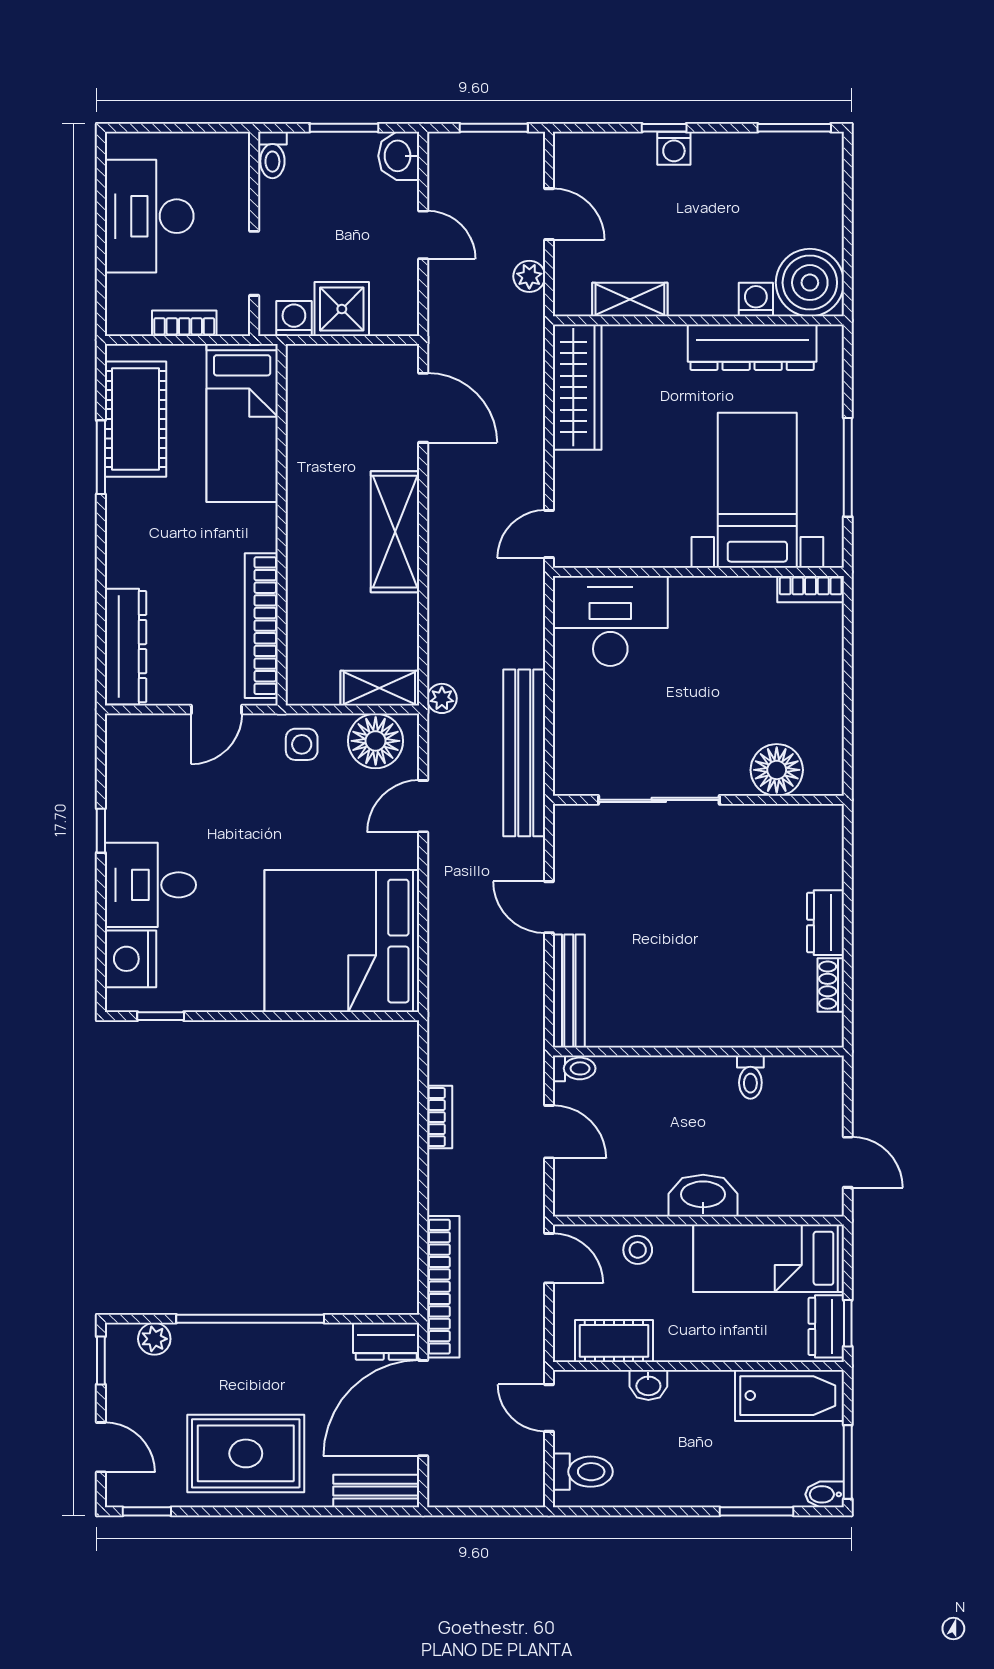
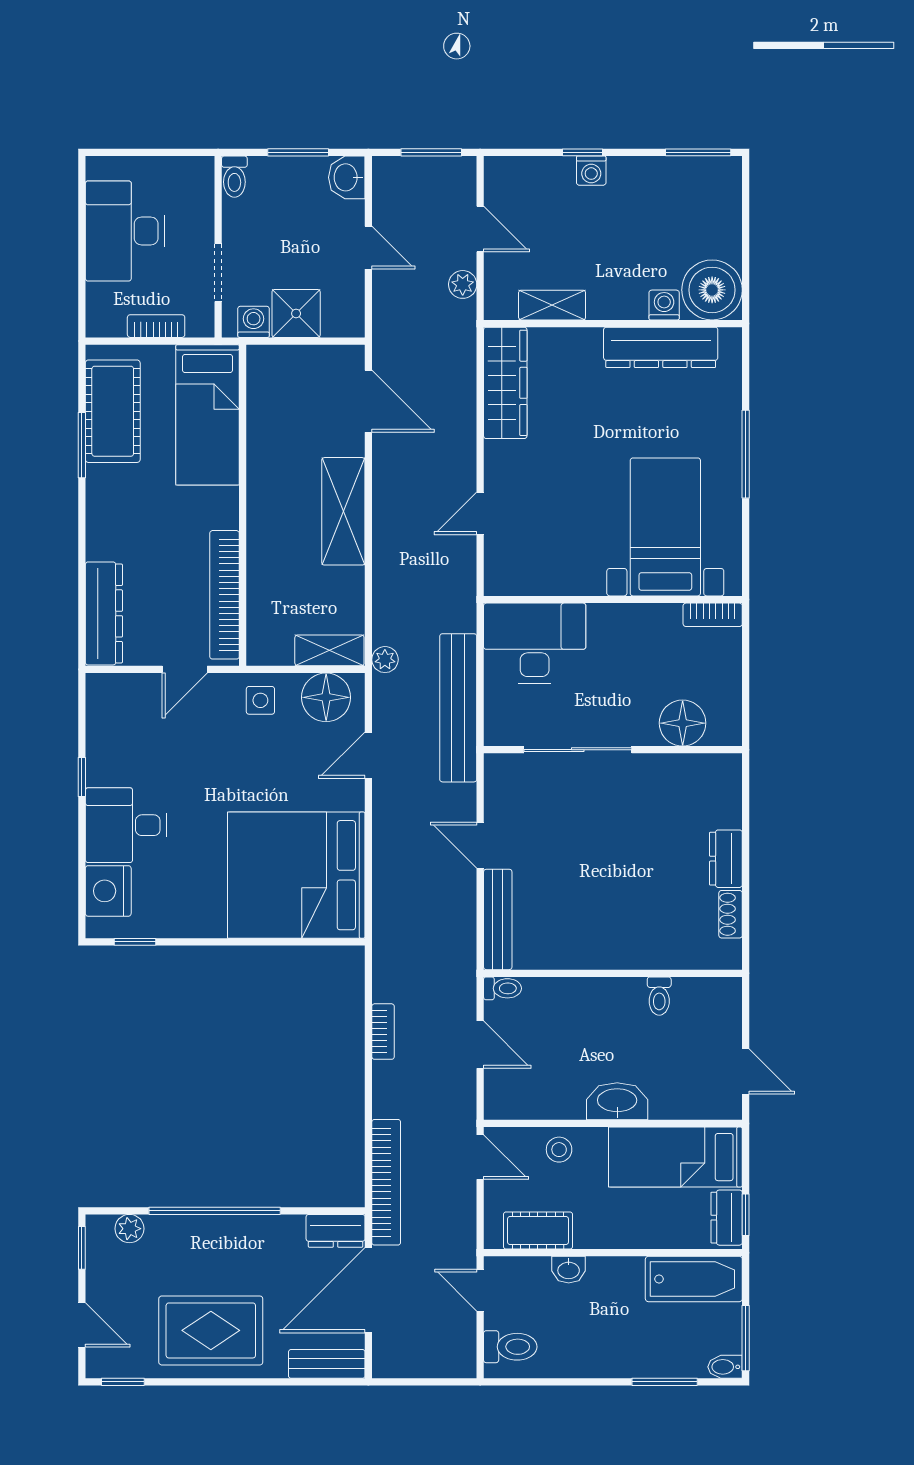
bed with nightstands: (757, 490) -> (665, 527), moved
wall: (698, 572) -> (613, 600), moved
bookcase: (811, 589) -> (713, 615), moved
desk: (610, 621) -> (535, 643), moved

